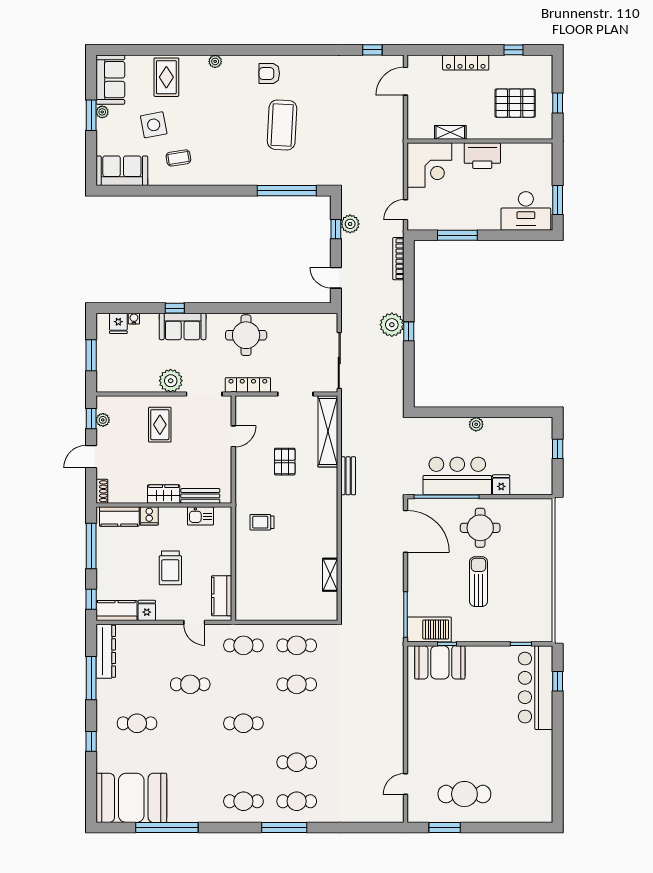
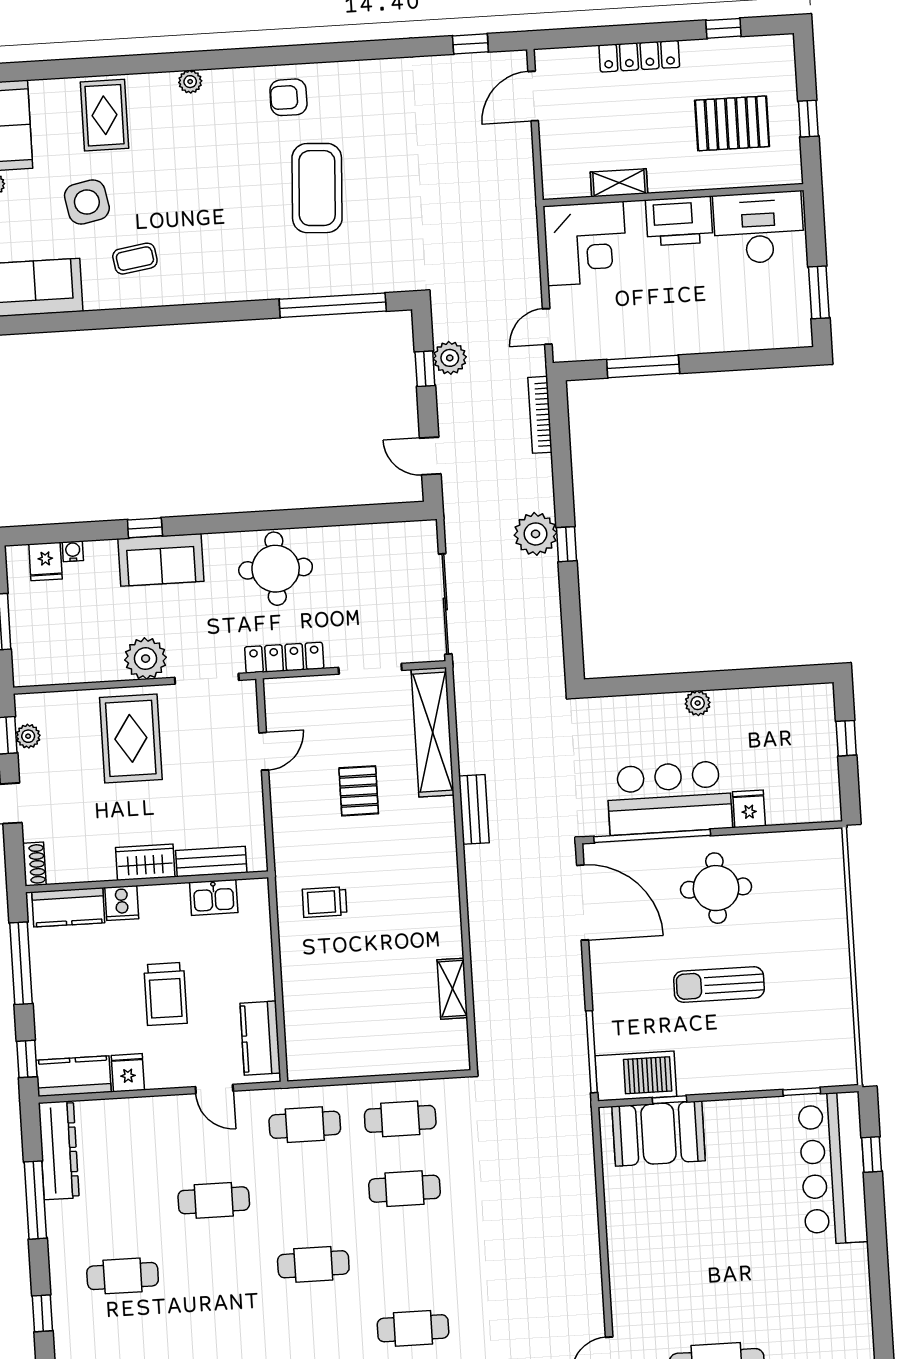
desk: (526, 211) -> (759, 228), moved, turned 180
rug: (160, 425) -> (131, 738), width x1.36, depth x1.43
sun lounger: (478, 582) -> (719, 985), turned -90

